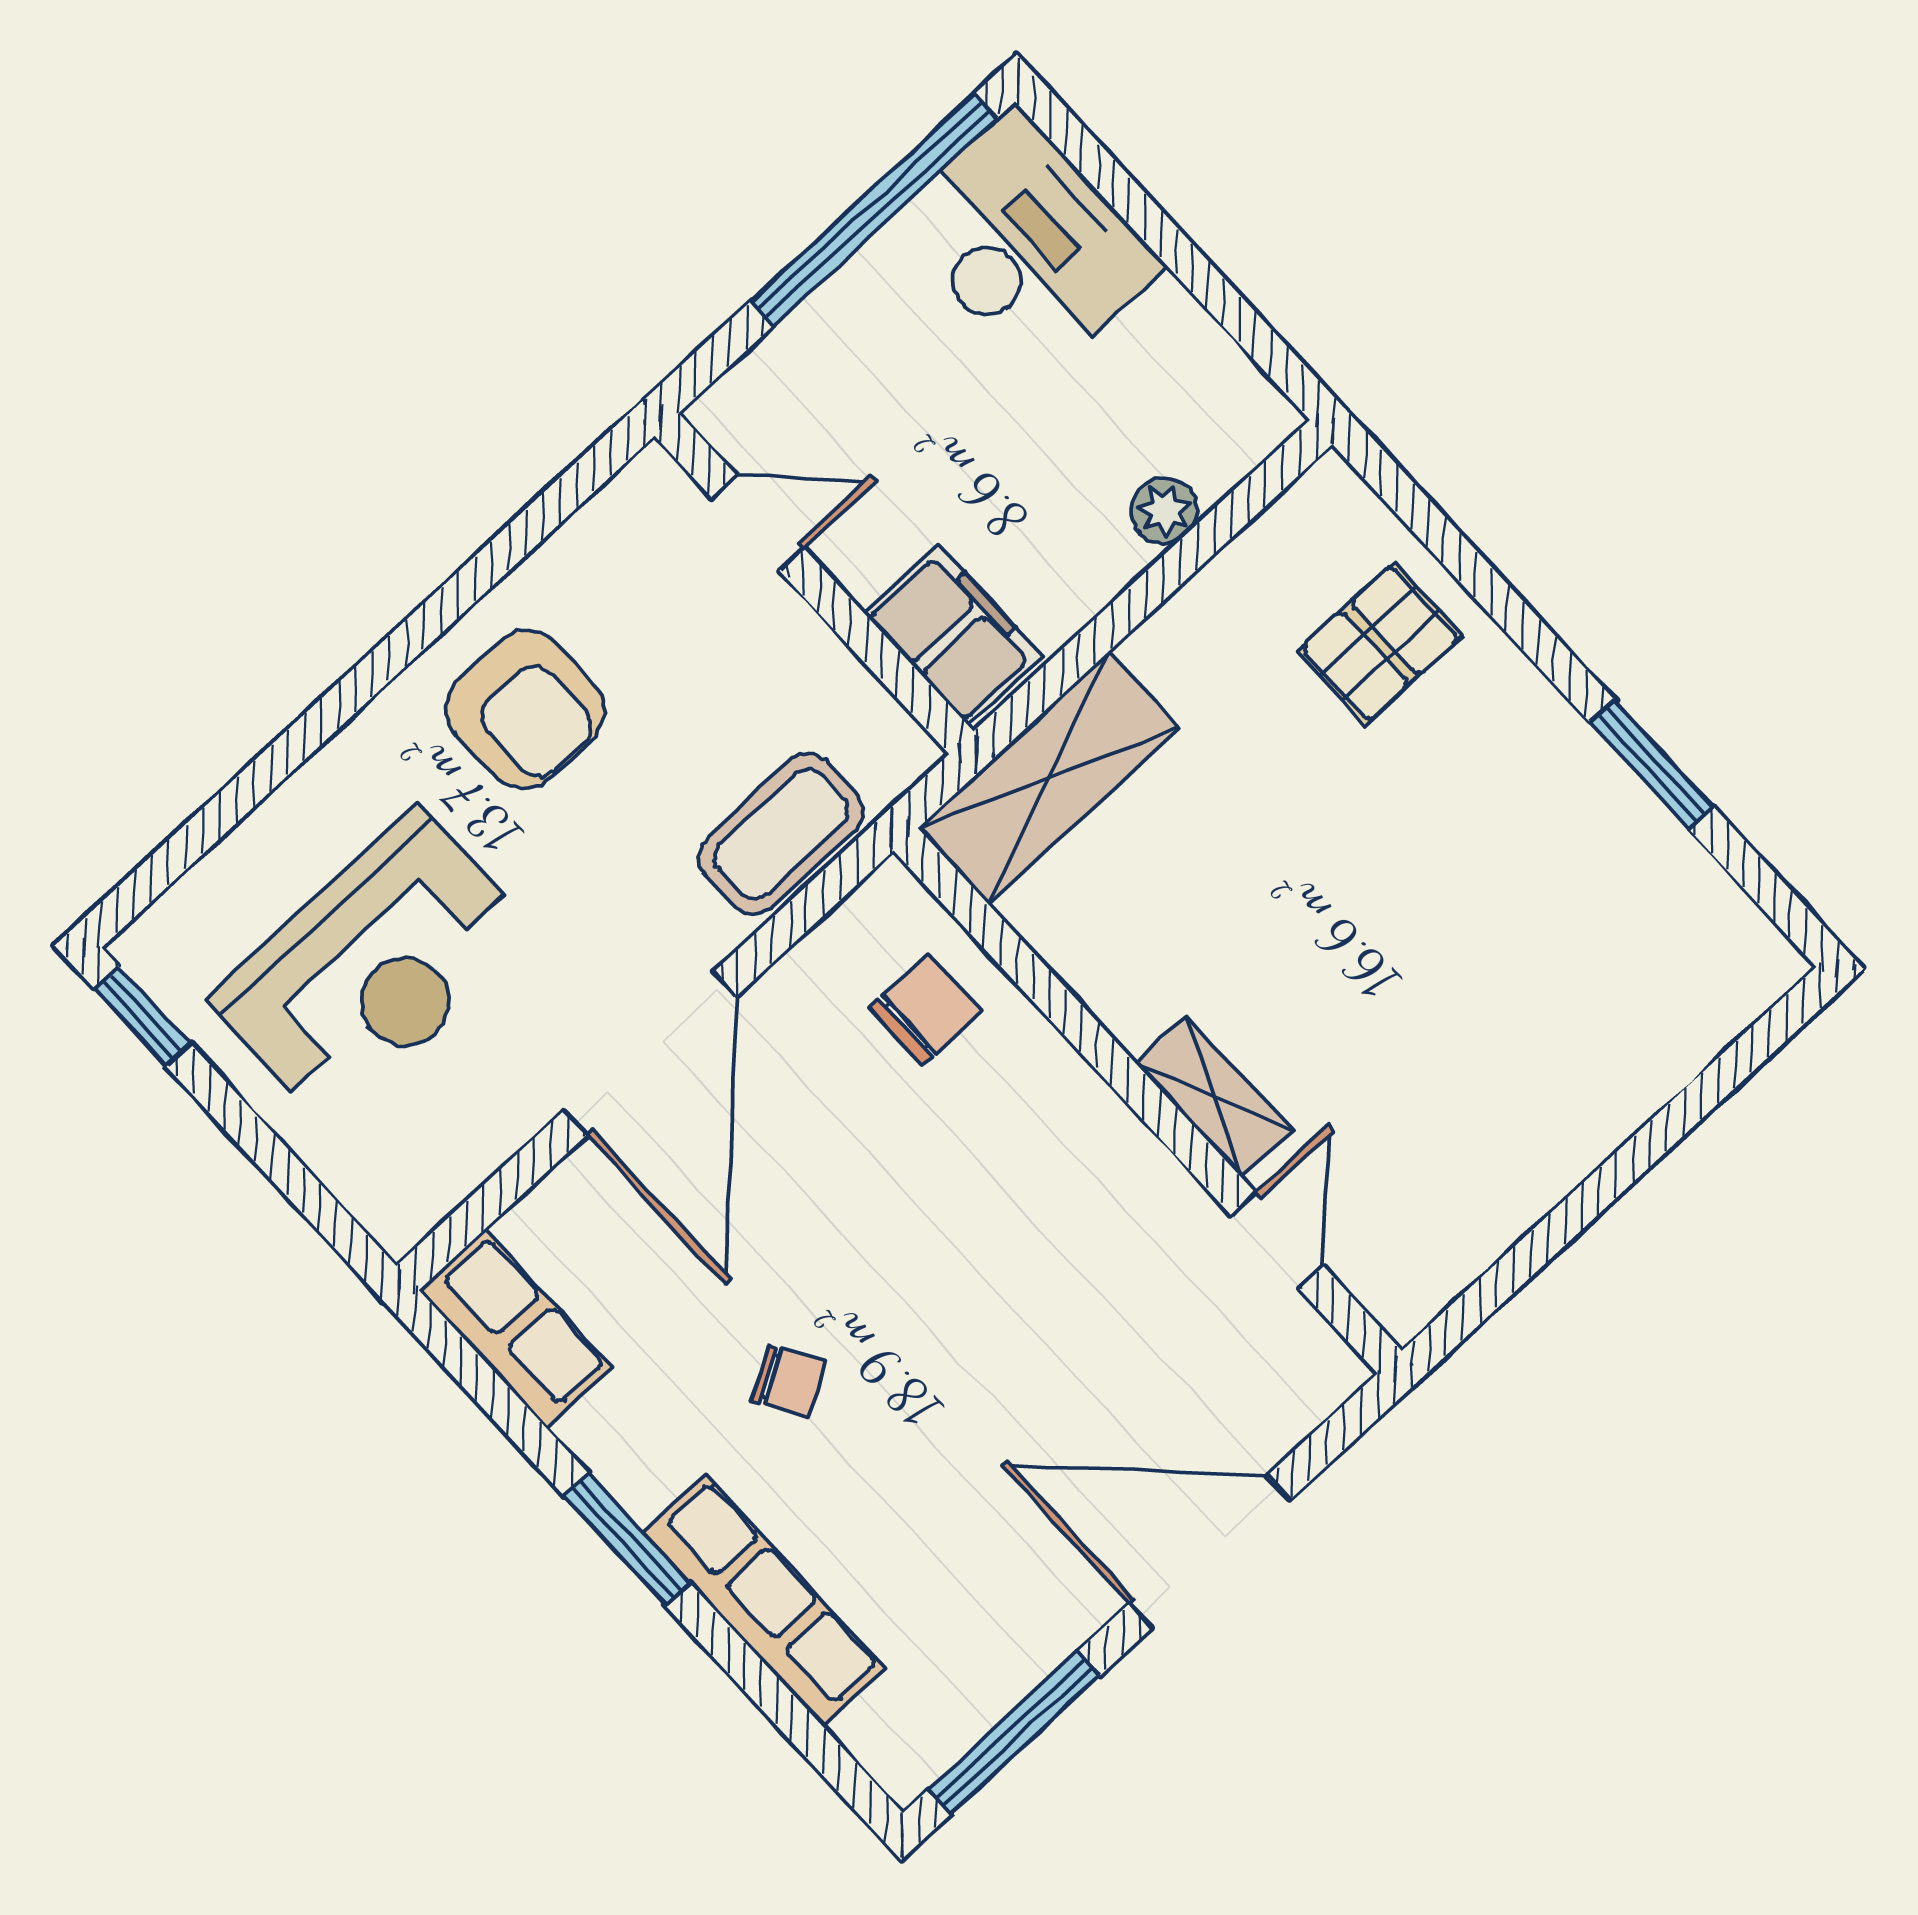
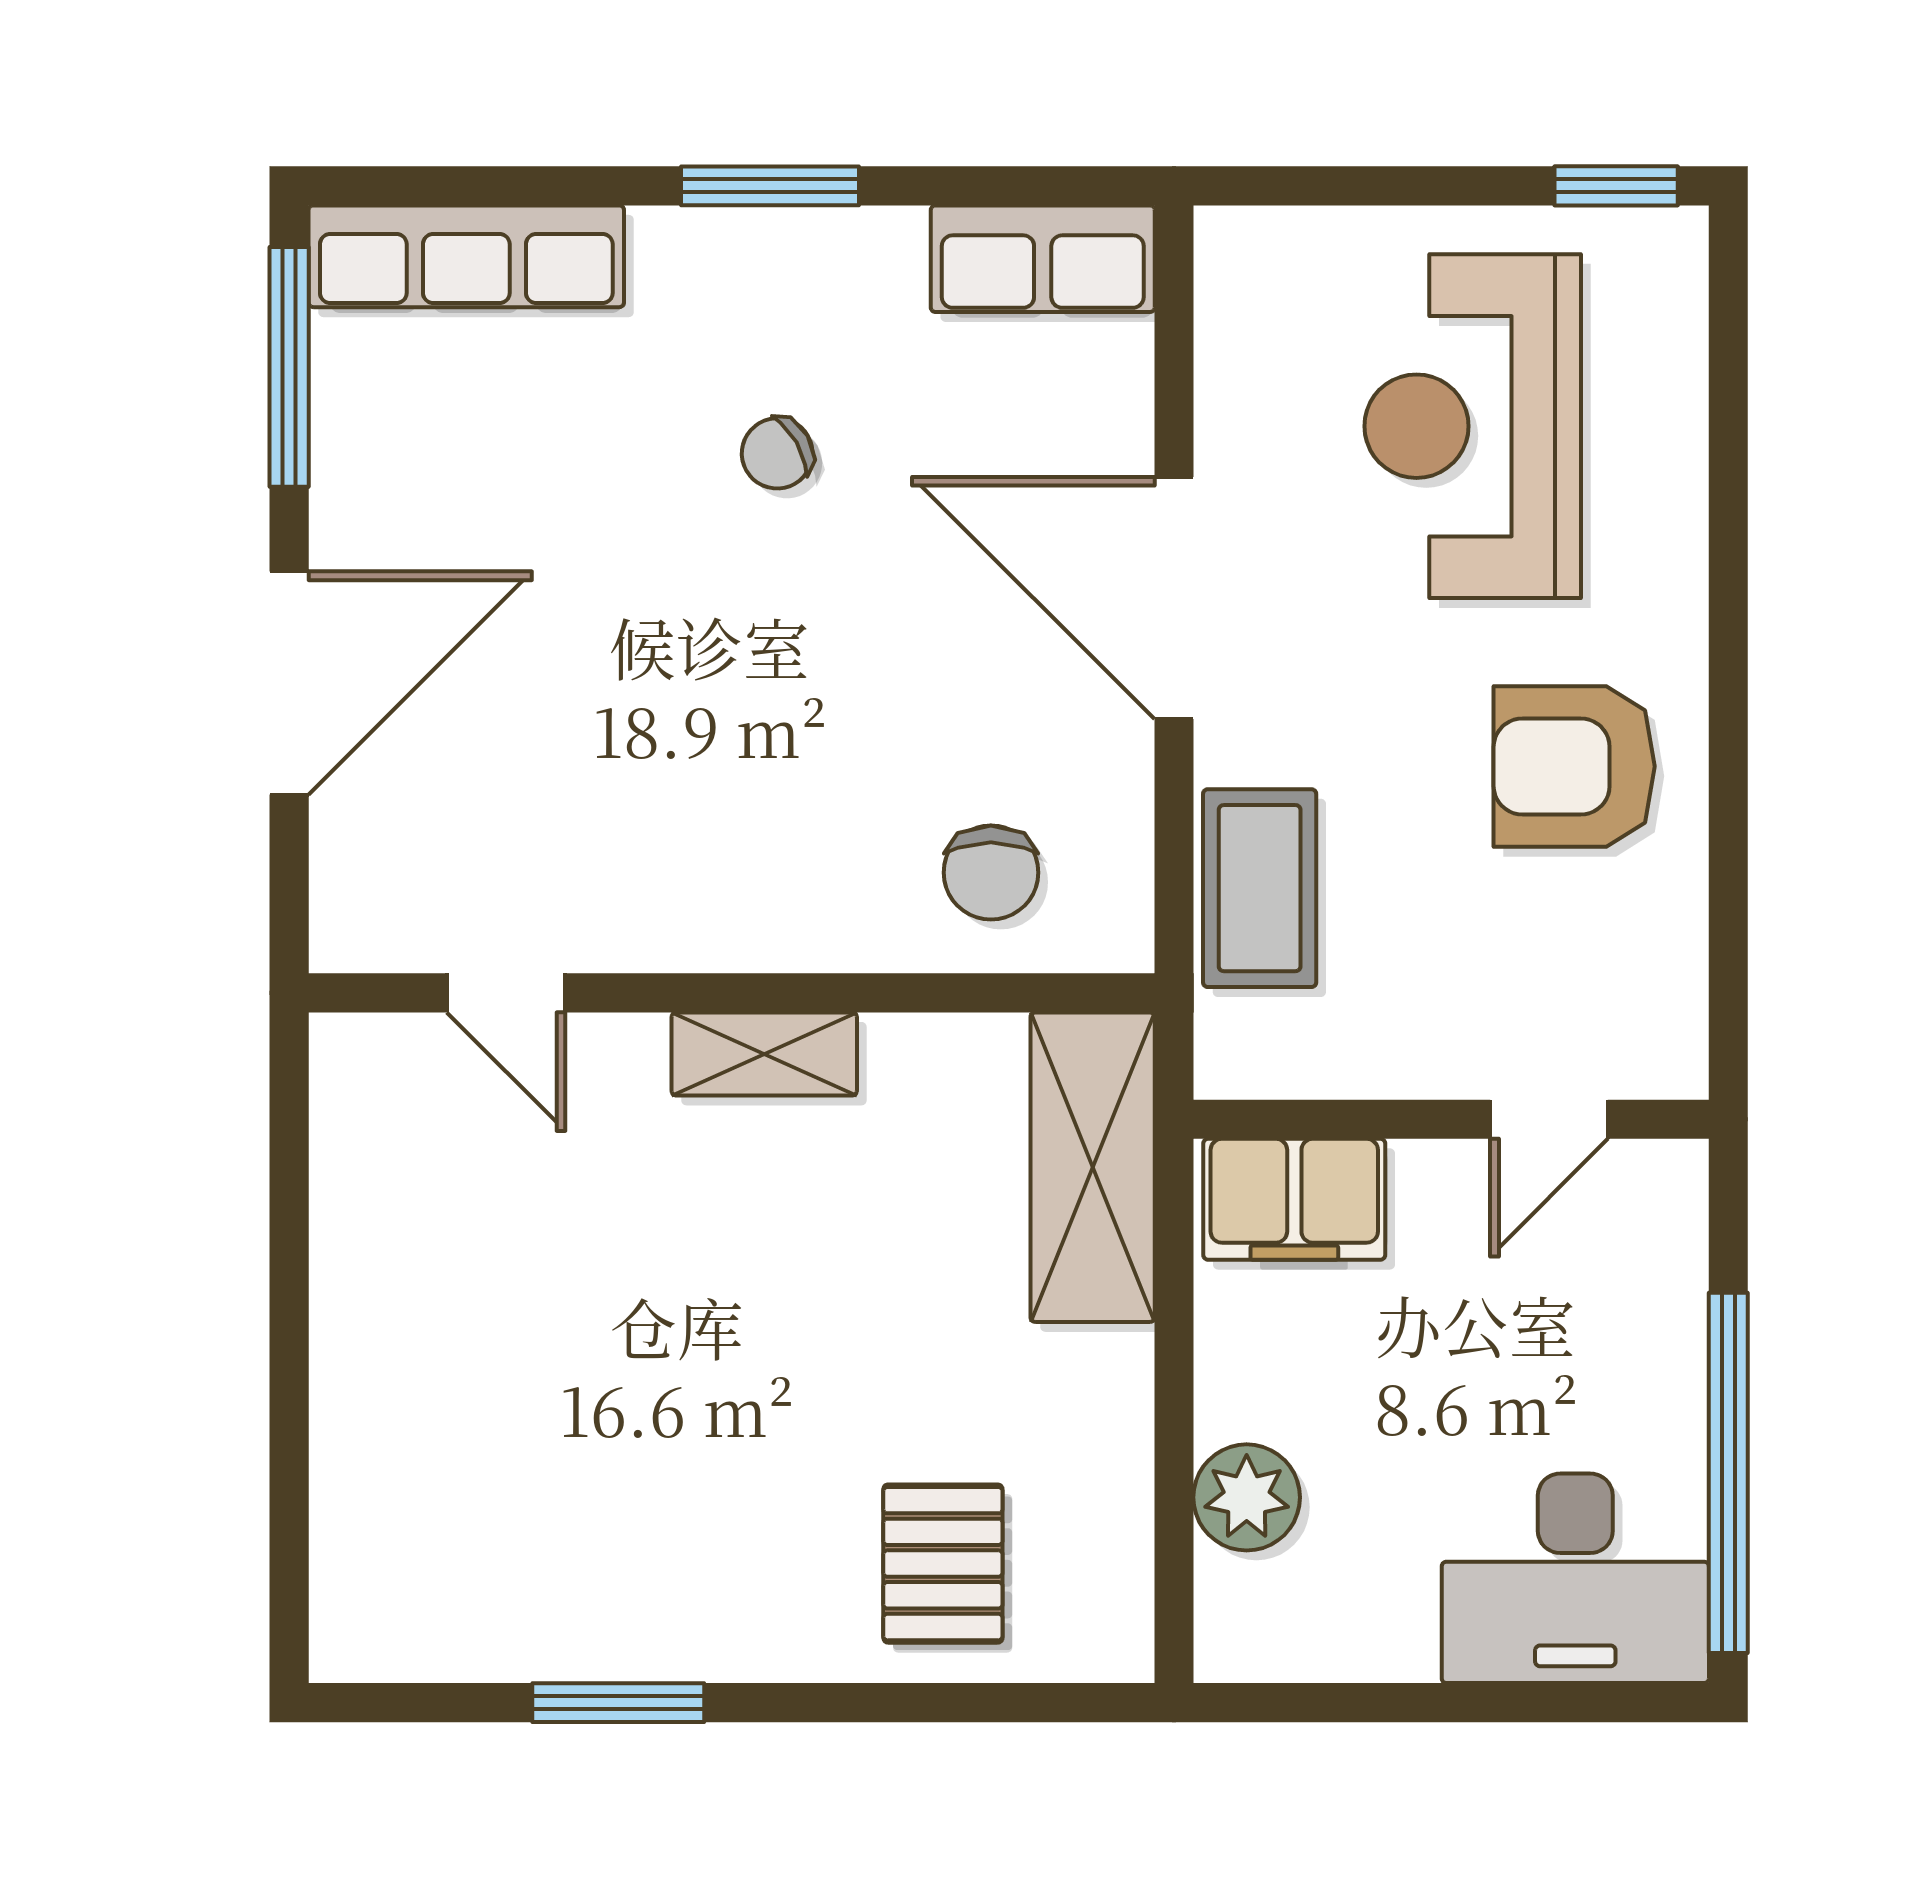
plant: (1164, 511) -> (1247, 1497), width x1.38, depth x1.38
shelving: (1214, 1097) -> (764, 1054), moved
row of seats: (764, 1600) -> (466, 256), moved

